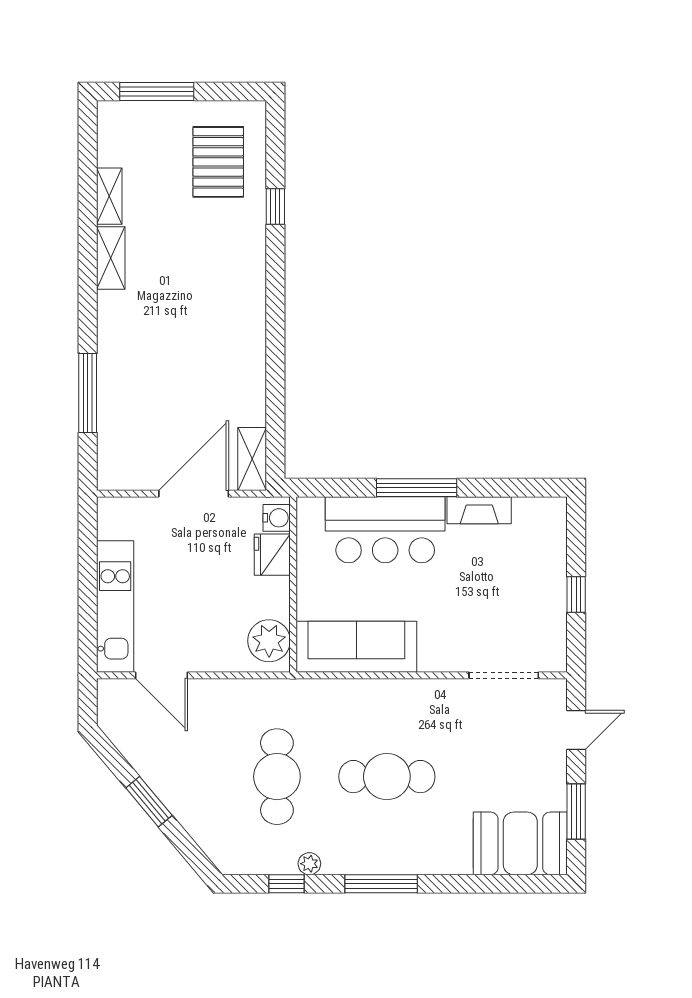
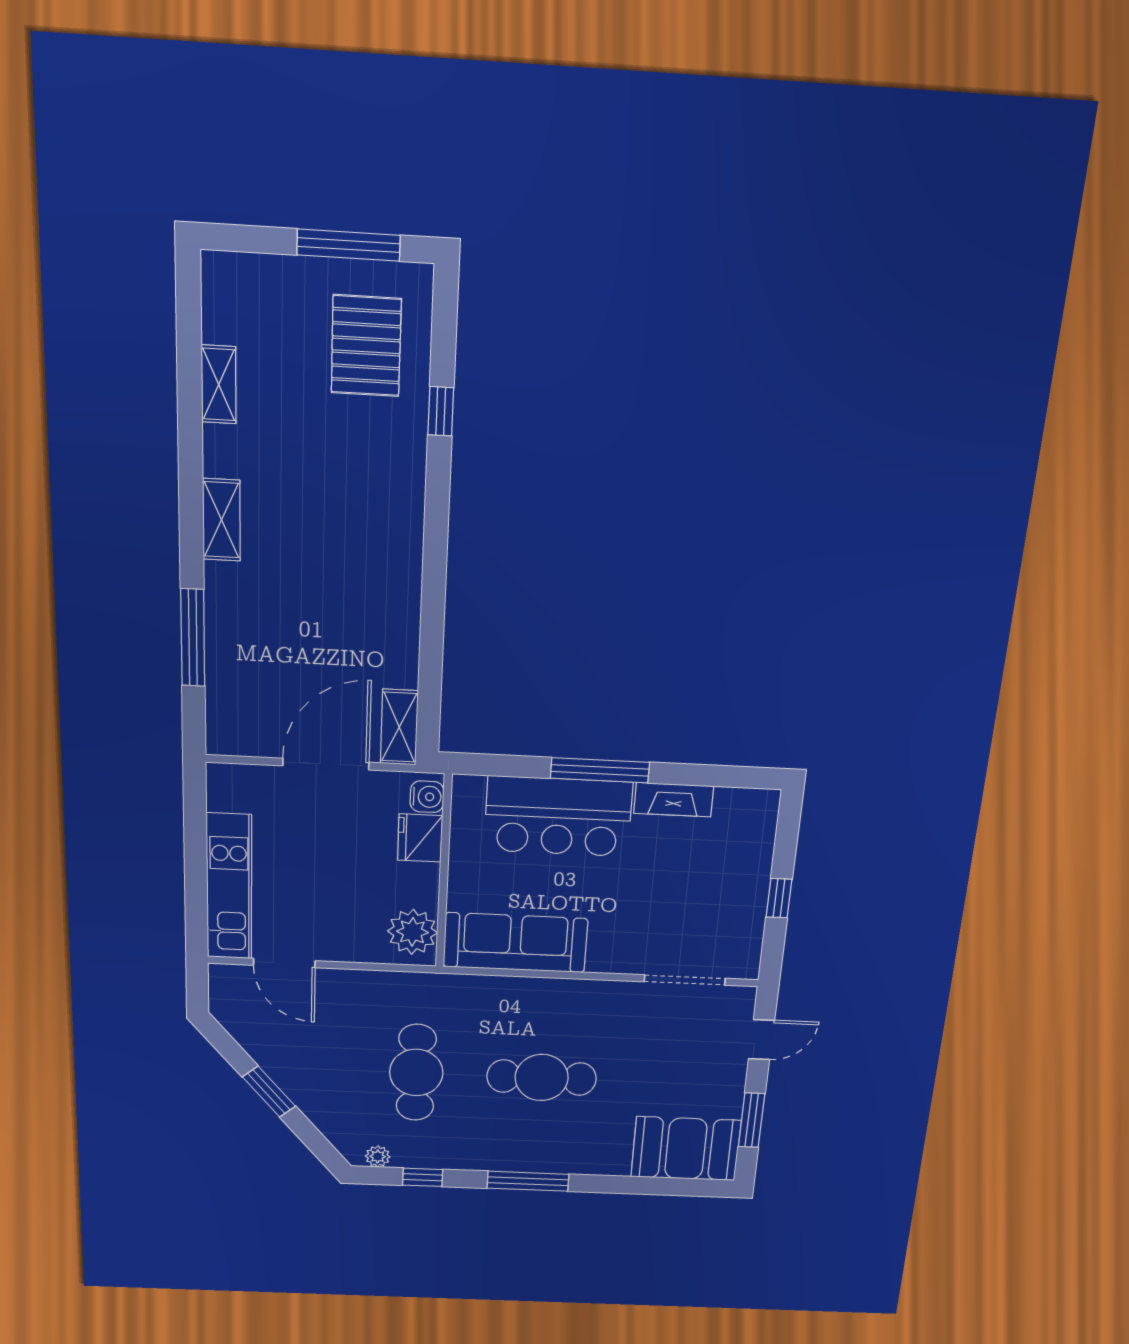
window: (157, 91) -> (349, 245), moved
shelving: (111, 258) -> (221, 520), moved
plant: (309, 864) -> (378, 1156), moved

